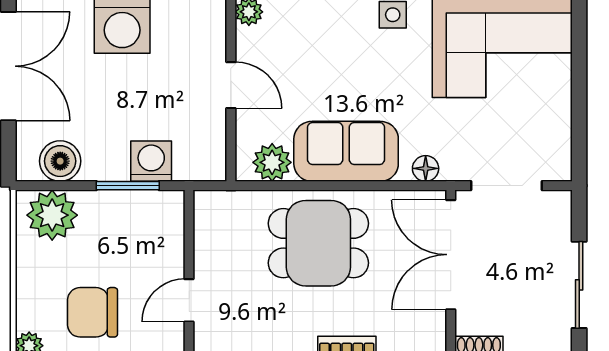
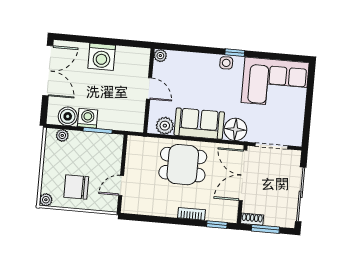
washing machine: (151, 161) -> (88, 118), moved
floor lamp: (426, 168) -> (235, 129), width x1.89, depth x1.89
plant: (52, 215) -> (62, 135), width x0.53, depth x0.53
sliding door: (579, 285) -> (301, 194), width x1.37

